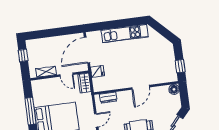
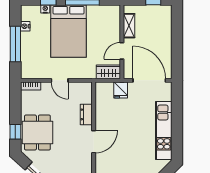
door: (141, 87) -> (94, 142), swing flipped
dresser: (108, 98) -> (86, 114), moved

